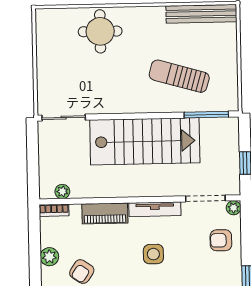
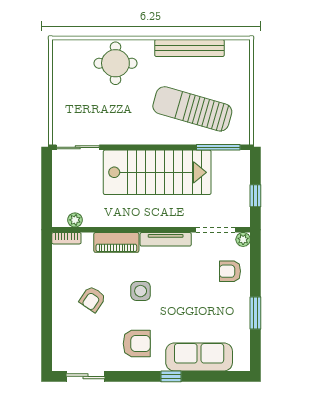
bench: (201, 14) -> (189, 48), moved
sun lounger: (179, 76) -> (192, 109), width x1.36, depth x1.34
side table: (153, 254) -> (141, 291), moved
plant: (49, 257) -> (61, 284), removed

